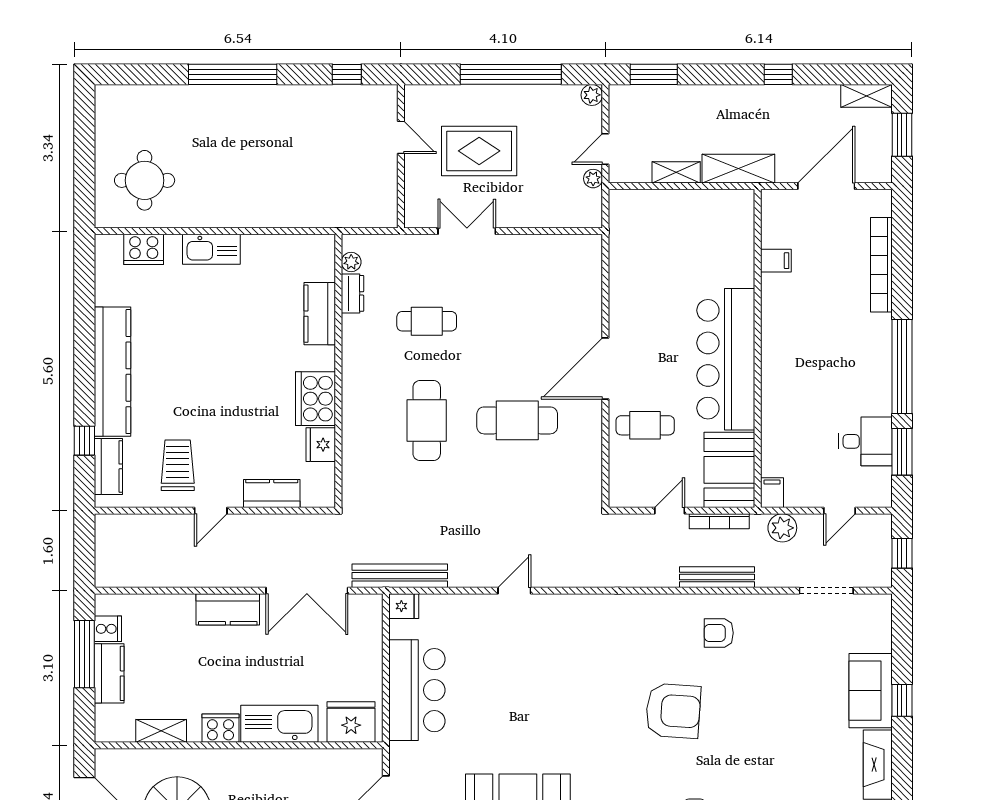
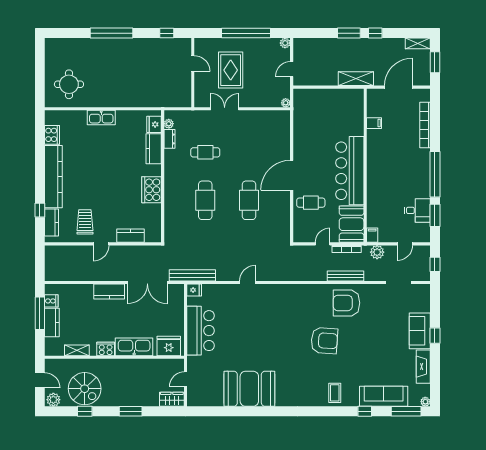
window: (654, 74) -> (349, 33), moved
rug: (479, 151) -> (231, 70), turned 90
shelving: (676, 172) -> (326, 80), removed
plant: (593, 179) -> (286, 103), moved
cooker: (144, 249) -> (52, 135), moved, turned -90
cafe table: (517, 420) -> (249, 200), turned 90
fridge: (321, 445) -> (154, 124), moved
armchair: (719, 633) -> (346, 303), width x1.88, depth x1.88

